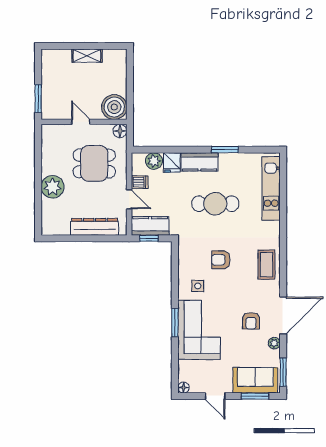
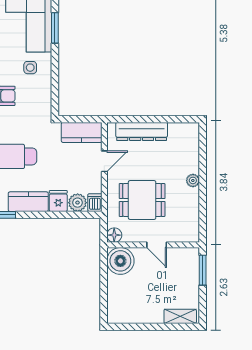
shelving: (87, 56) -> (180, 316), moved
dishwasher: (140, 182) -> (95, 203), moved, turned 90
plant: (53, 187) -> (193, 180), width x0.53, depth x0.53
door: (129, 199) -> (104, 161), swing flipped
window: (149, 238) -> (83, 119), removed

